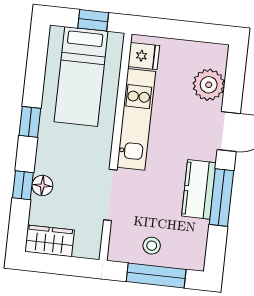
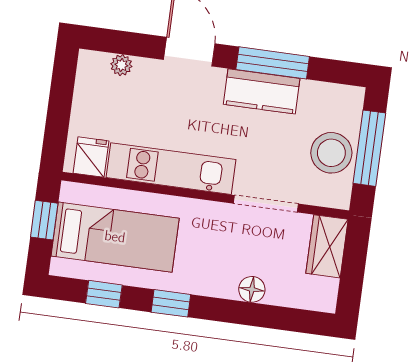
plant: (209, 85) -> (121, 65), width x0.53, depth x0.53
window: (23, 185) -> (104, 294), moved
wardrobe: (50, 241) -> (327, 246), moved
stool: (152, 246) -> (331, 153), width x1.89, depth x1.89

